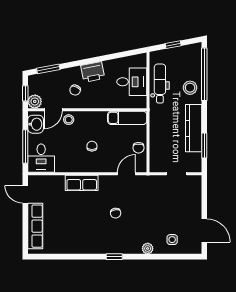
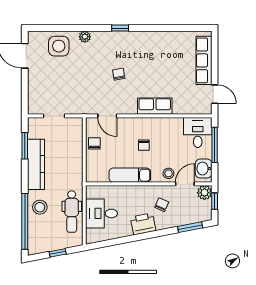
exam couch: (127, 118) -> (130, 175), moved
door: (126, 174) -> (107, 116), hinge flipped
side table: (172, 240) -> (59, 46), width x1.87, depth x1.87

